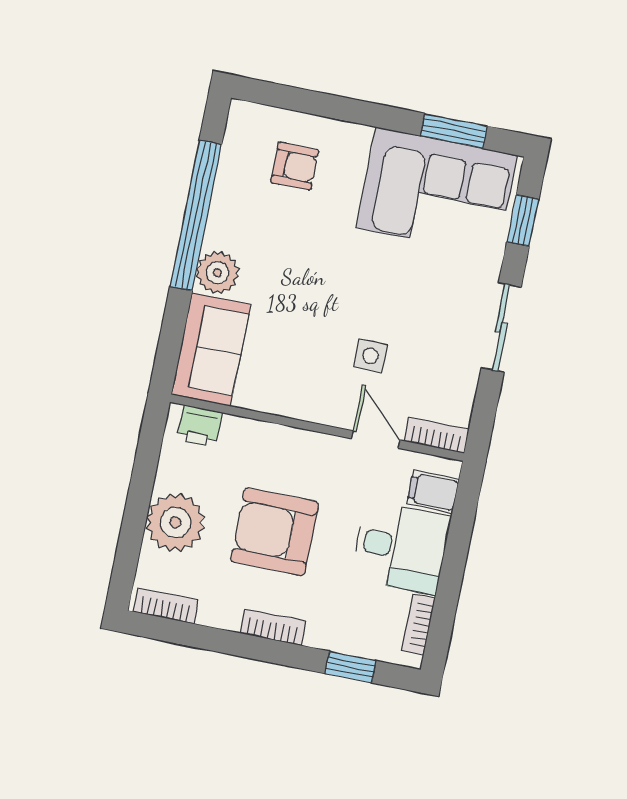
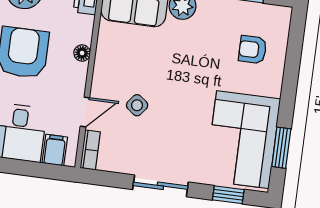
armchair: (295, 166) -> (253, 50), turned 90
side table: (371, 356) -> (137, 105), turned 38
floor lamp: (282, 438) -> (82, 53), added

